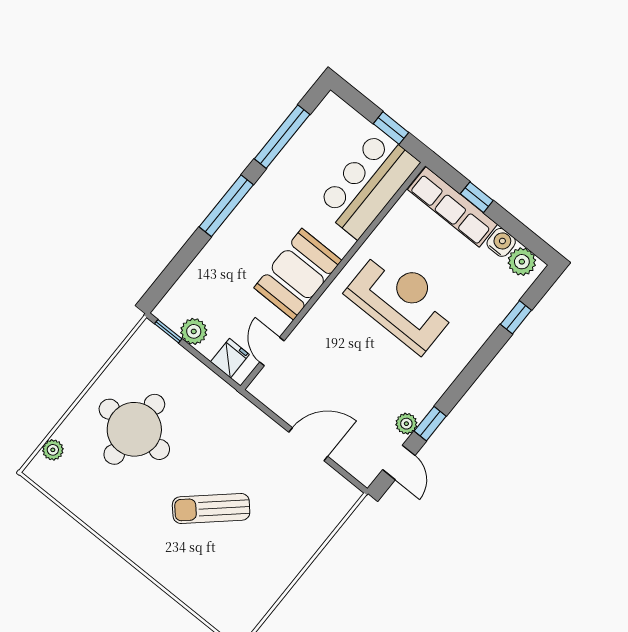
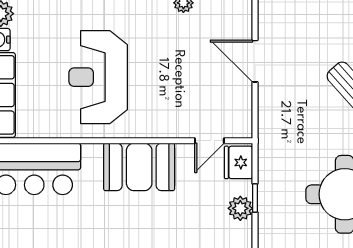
window: (168, 331) -> (255, 198), moved
fridge: (230, 358) -> (239, 162), width x1.38

